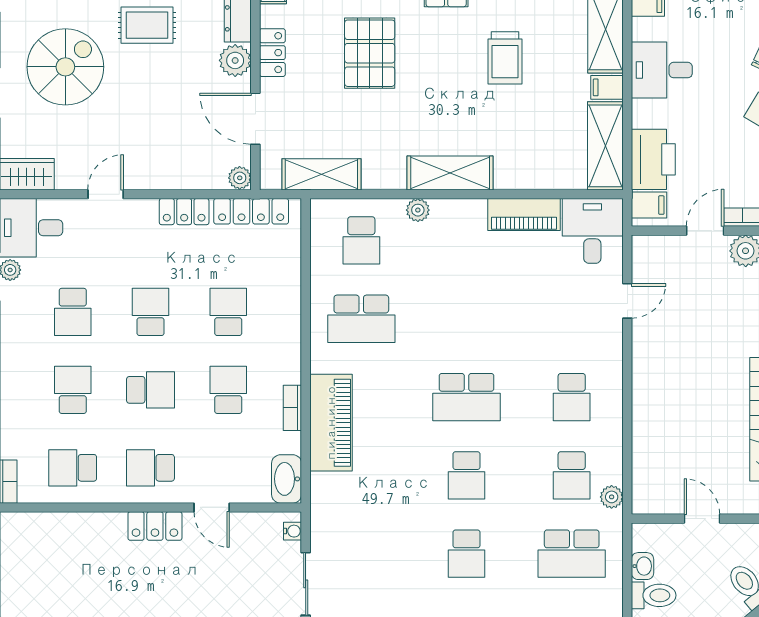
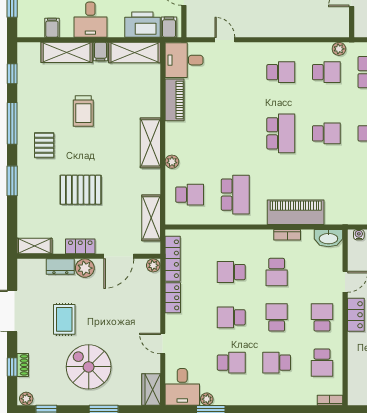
trolley: (505, 58) -> (83, 111), turned 90
school desk: (228, 390) -> (277, 272), turned -90
school desk: (150, 468) -> (322, 317), turned 180

